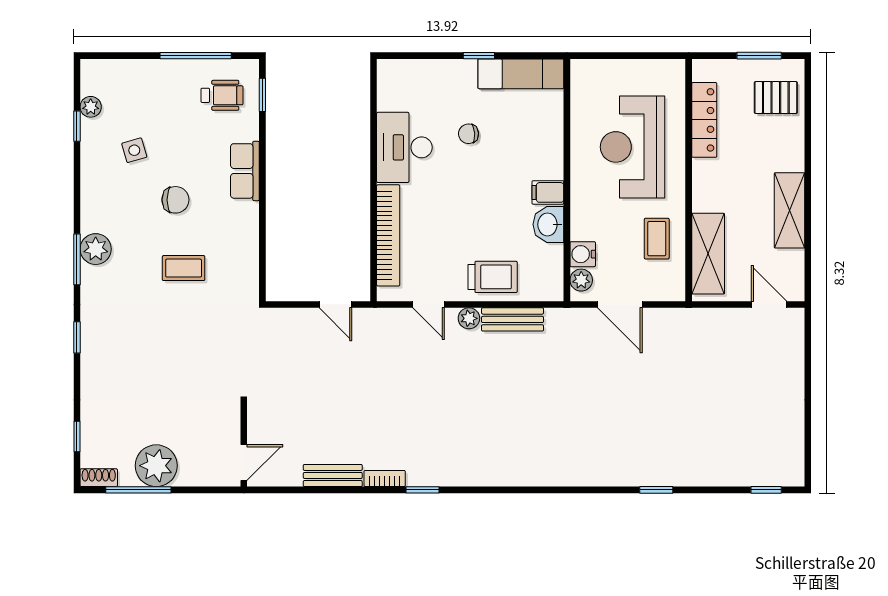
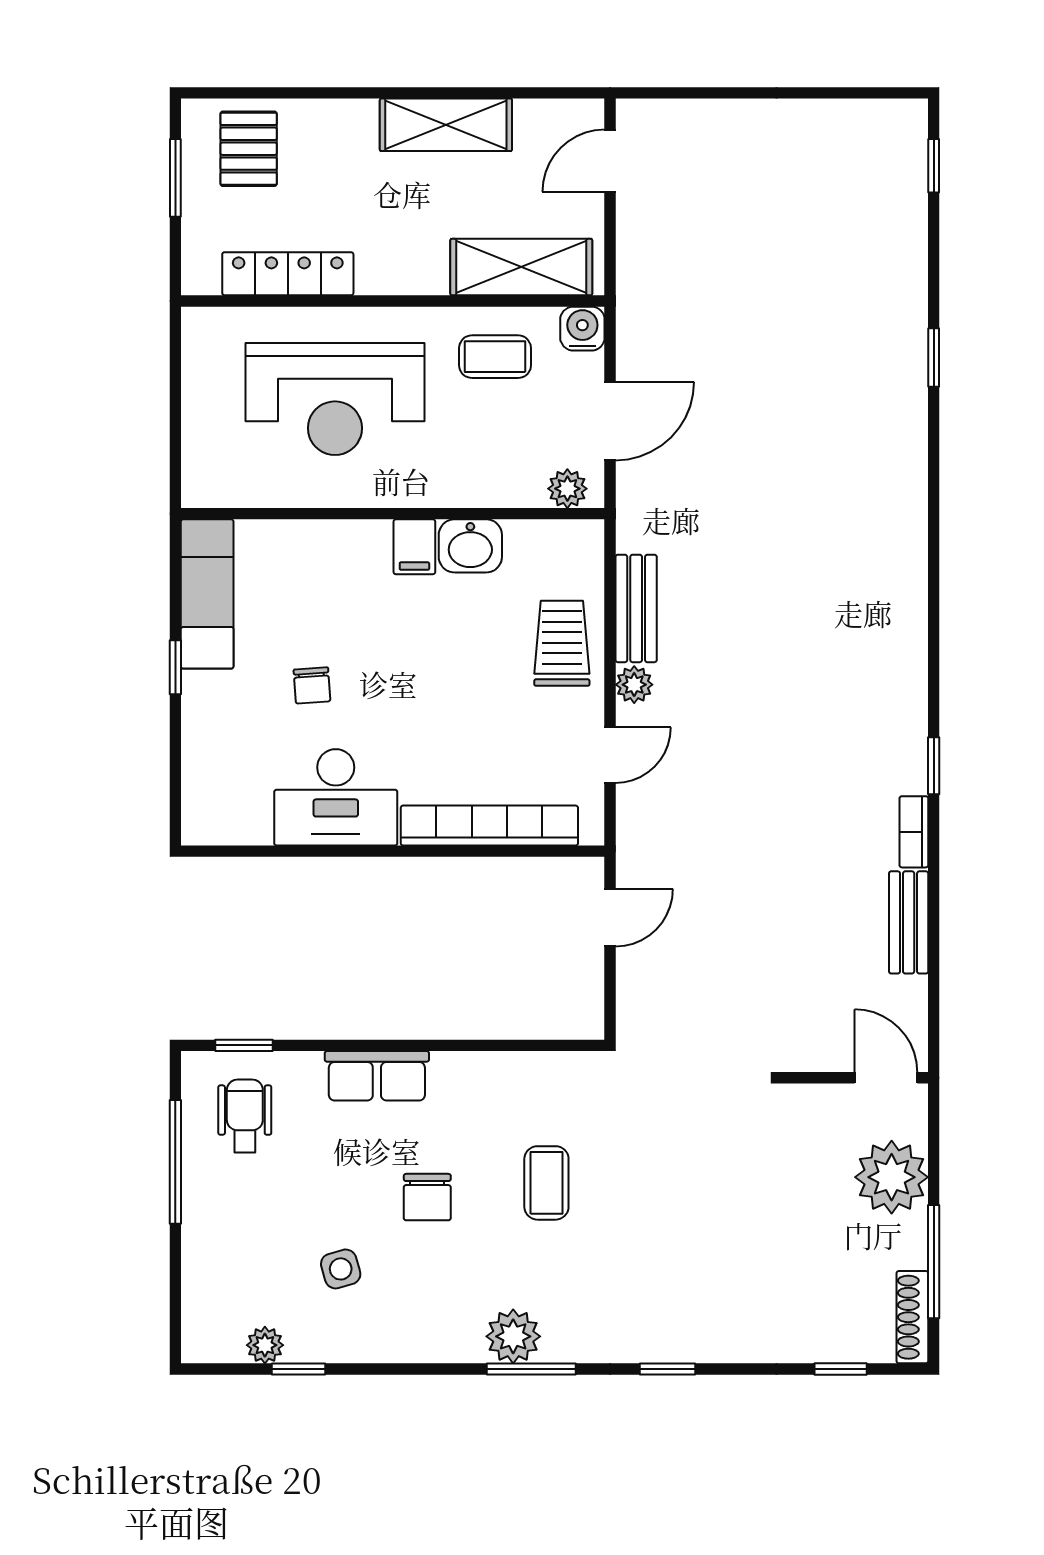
chair: (175, 200) -> (427, 1197), turned 180
water cooler: (583, 254) -> (582, 329), moved, turned 180
plant: (156, 466) -> (892, 1177), moved
shoe rack: (99, 478) -> (912, 1317), width x1.43

